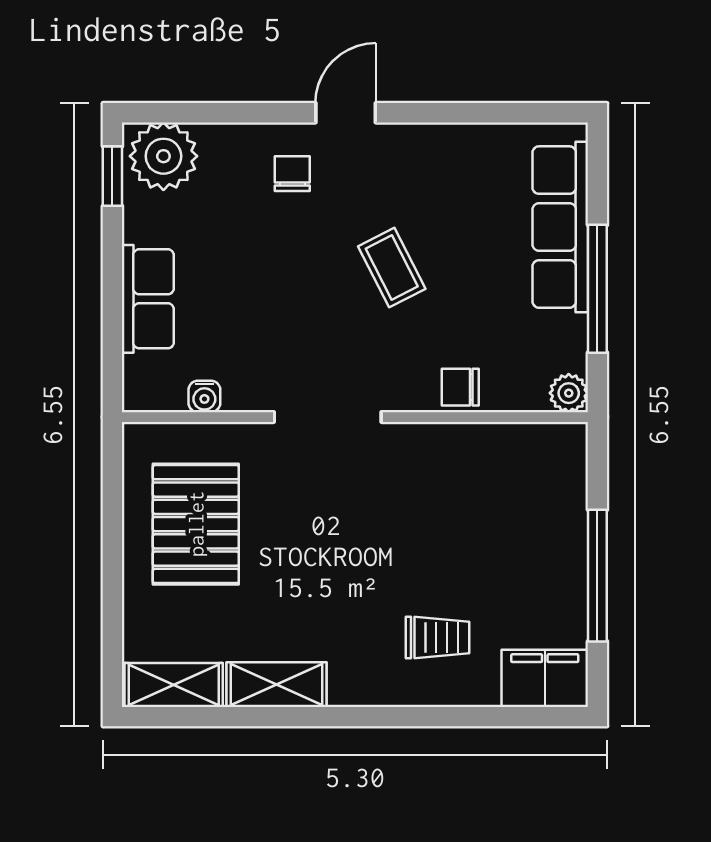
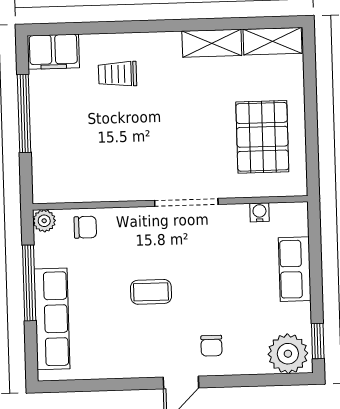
coffee table: (392, 268) -> (151, 292), turned -63
chair: (460, 387) -> (85, 227), moved

